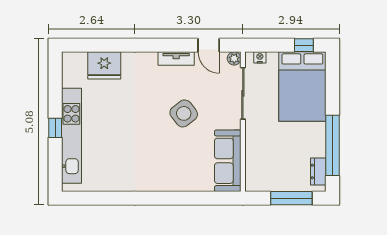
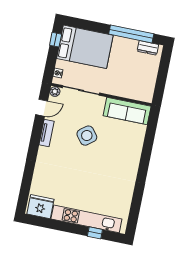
fridge: (104, 65) -> (40, 207), moved, turned -90
window: (55, 128) -> (95, 233), moved
window: (291, 198) -> (163, 71), removed

